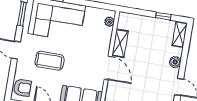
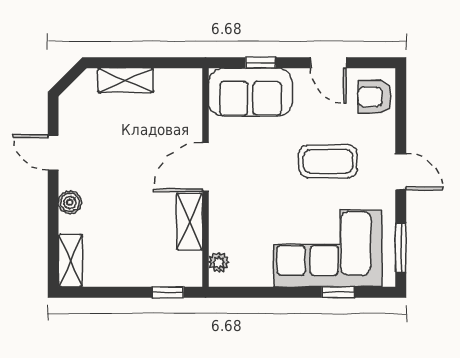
window: (163, 16) -> (168, 292), moved
door: (108, 68) -> (205, 167), hinge flipped

